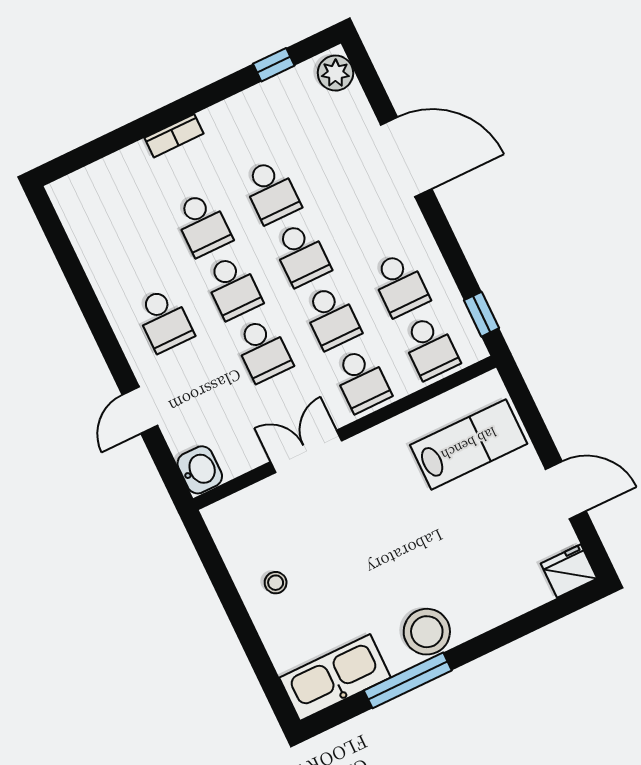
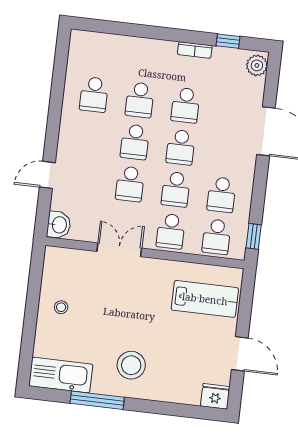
bookcase: (174, 136) -> (195, 50), moved
school desk: (164, 320) -> (94, 95), moved
stool: (427, 632) -> (131, 365), moved

